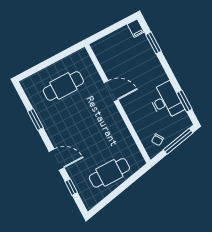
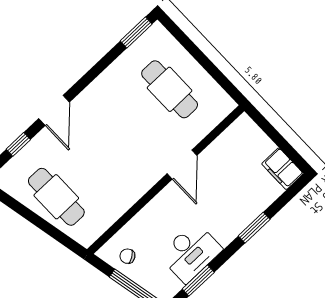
filing cabinet: (136, 28) -> (283, 169), width x2.00
window: (154, 43) -> (254, 228), moved
window: (35, 120) -> (136, 33), moved

